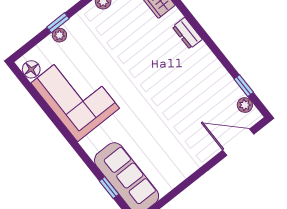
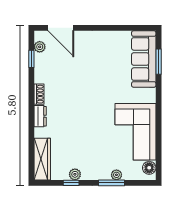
window: (58, 23) -> (112, 183), width x1.50
shoe rack: (207, 55) -> (39, 94), added
window: (109, 188) -> (159, 62), width x1.50

